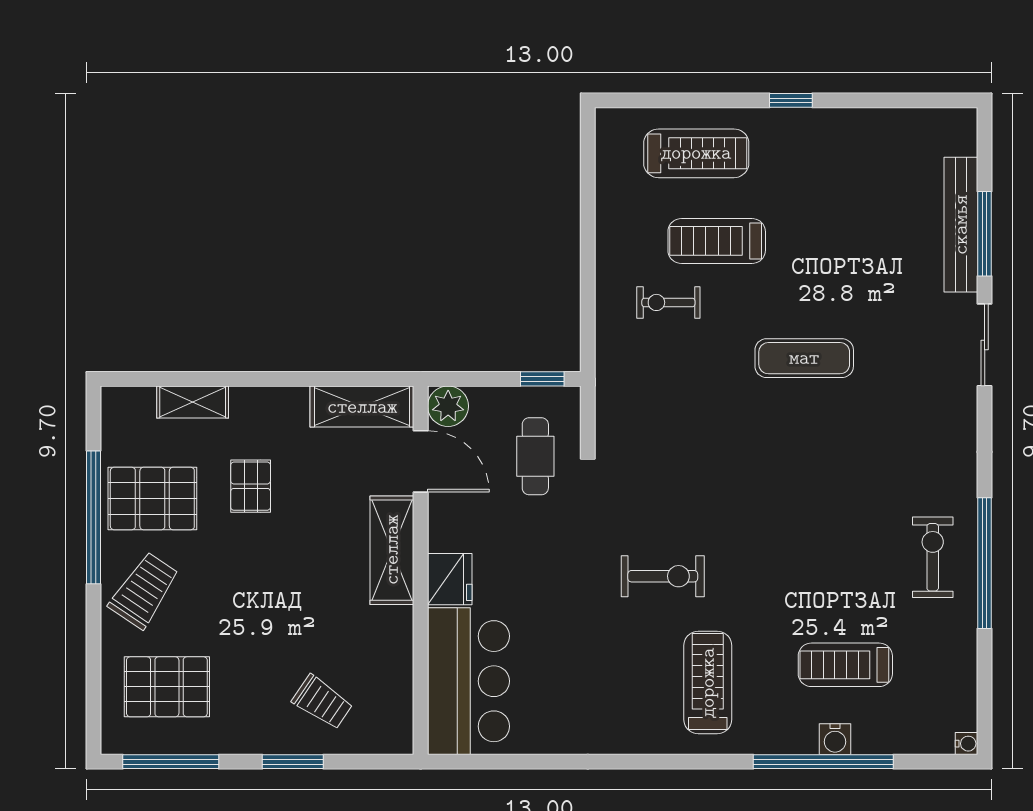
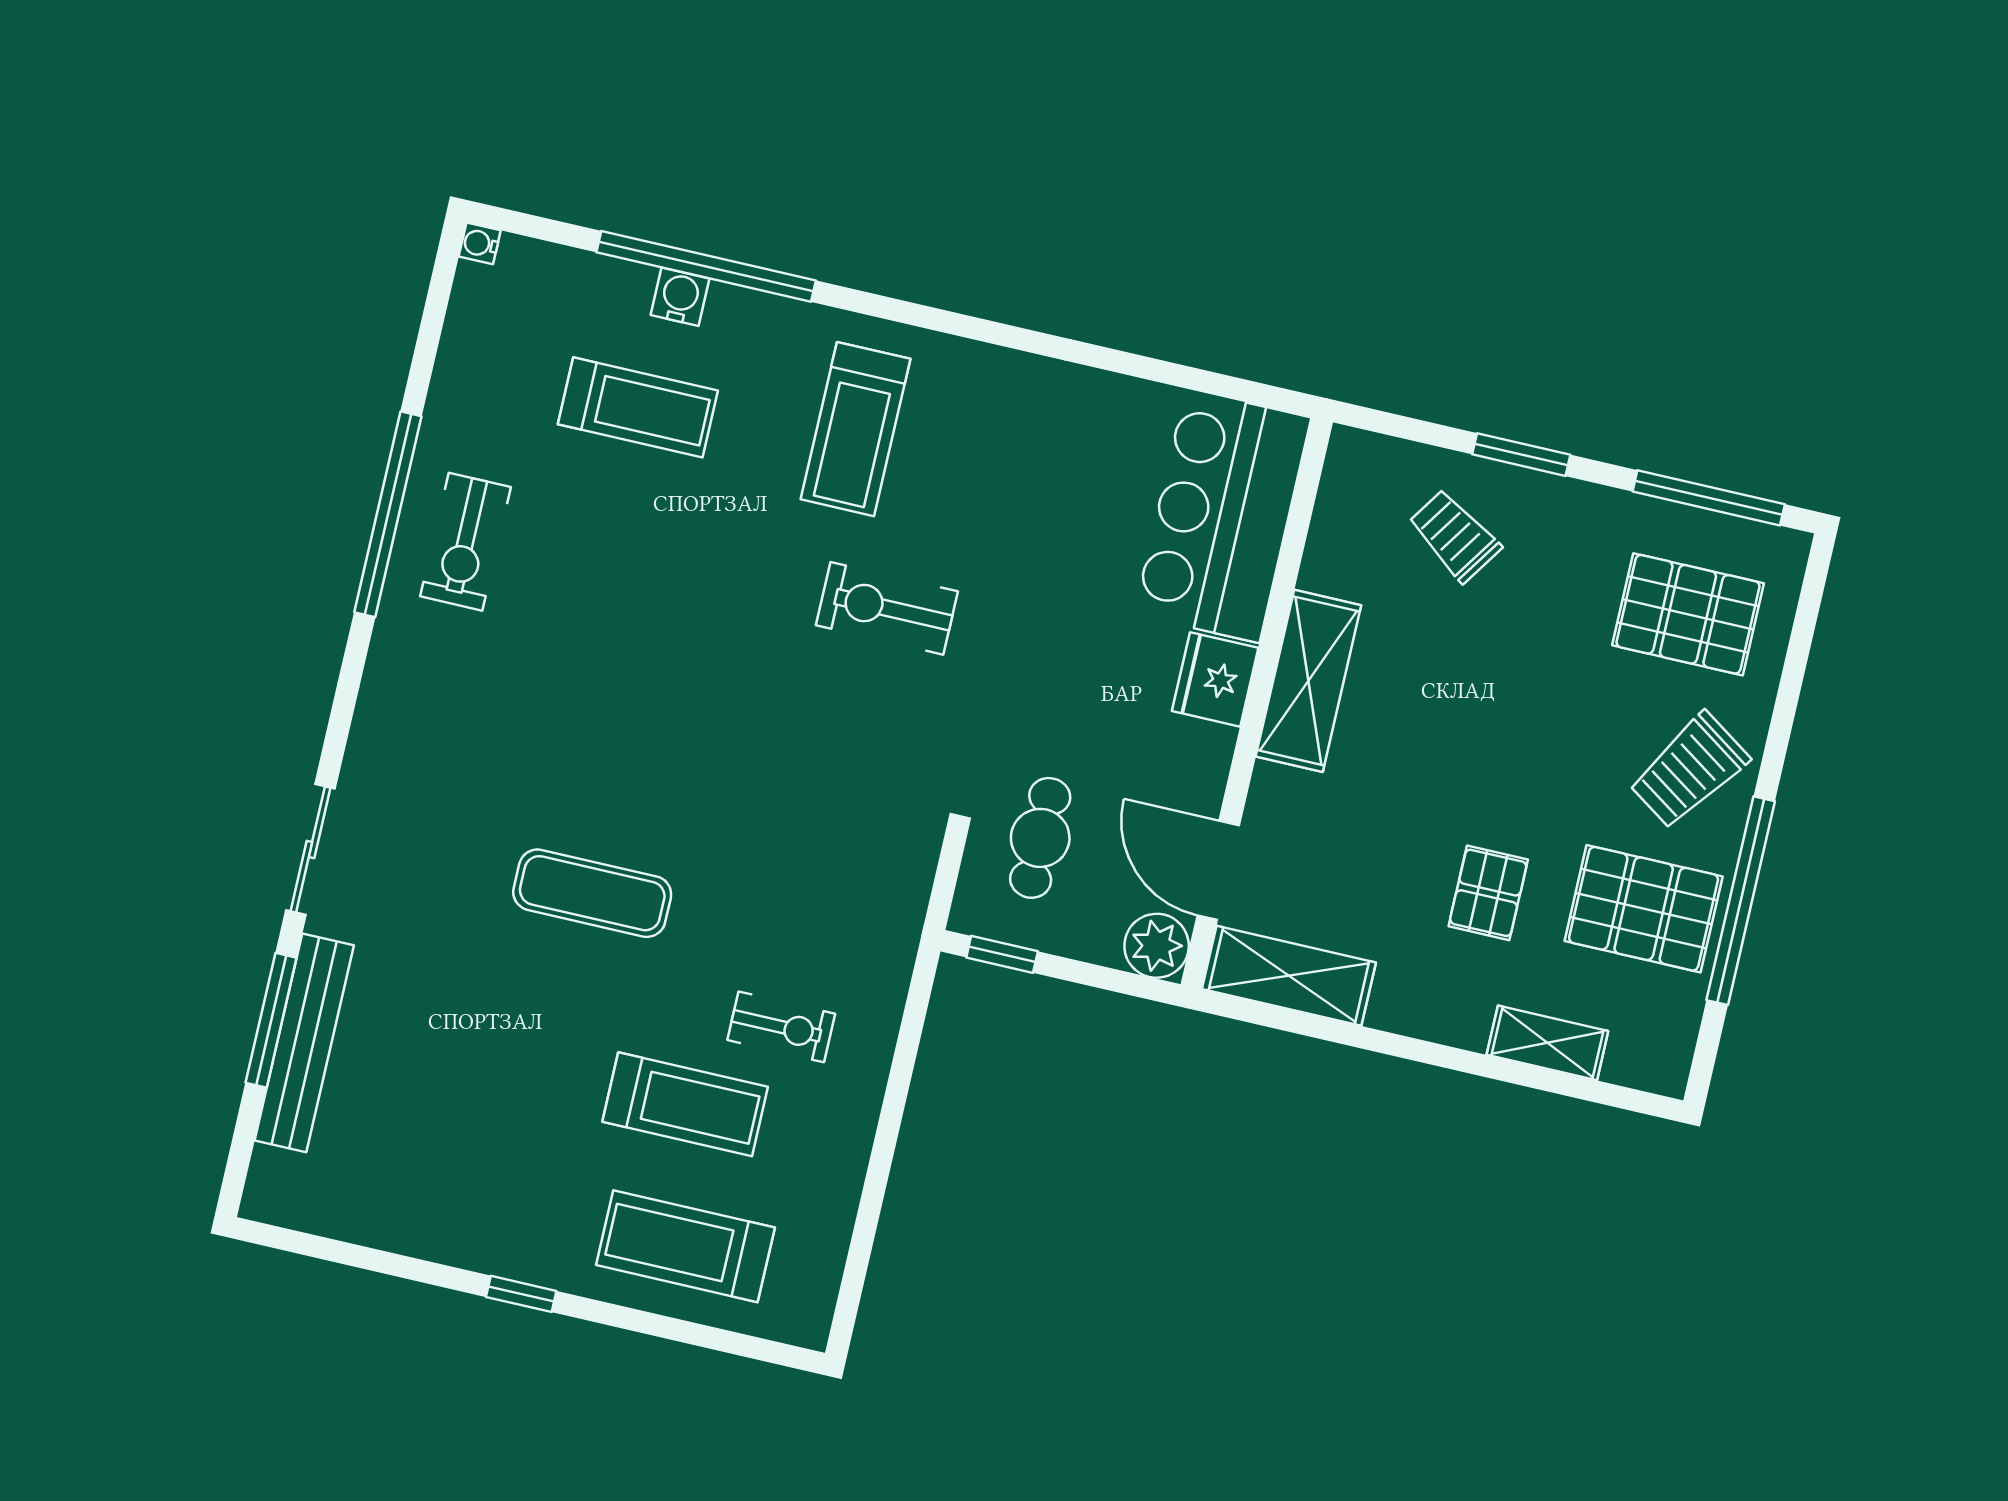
shelving: (392, 550) -> (1308, 681), moved

